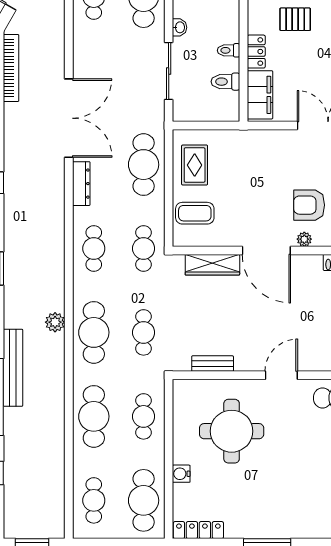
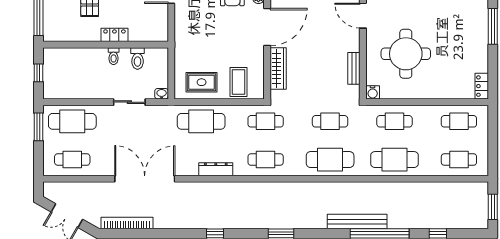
washbasin: (180, 27) -> (162, 94), moved
sliding door: (169, 71) -> (129, 102), width x0.73
filing cabinet: (260, 95) -> (148, 32), removed
double door: (69, 118) -> (145, 179), moved
plant: (55, 322) -> (322, 189), removed
water cooler: (181, 474) -> (373, 92), moved
cafe table: (144, 500) -> (459, 121), width x0.73, depth x0.74
locker: (198, 530) -> (482, 86), width x0.66

